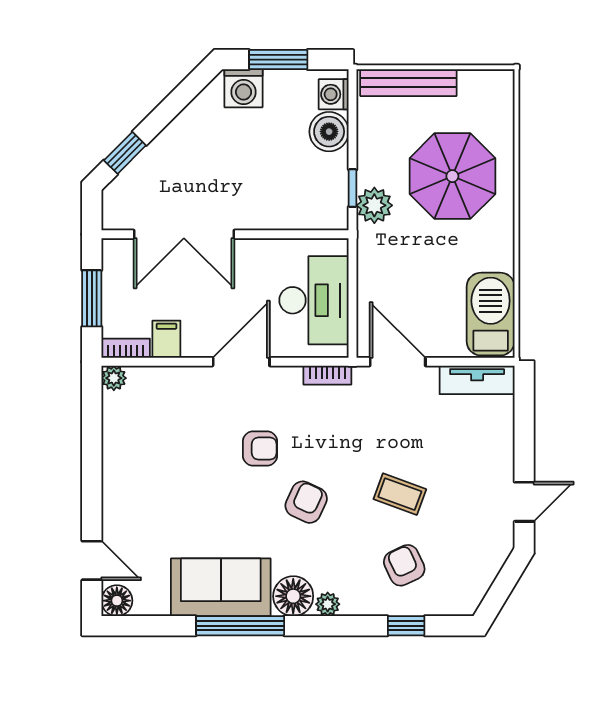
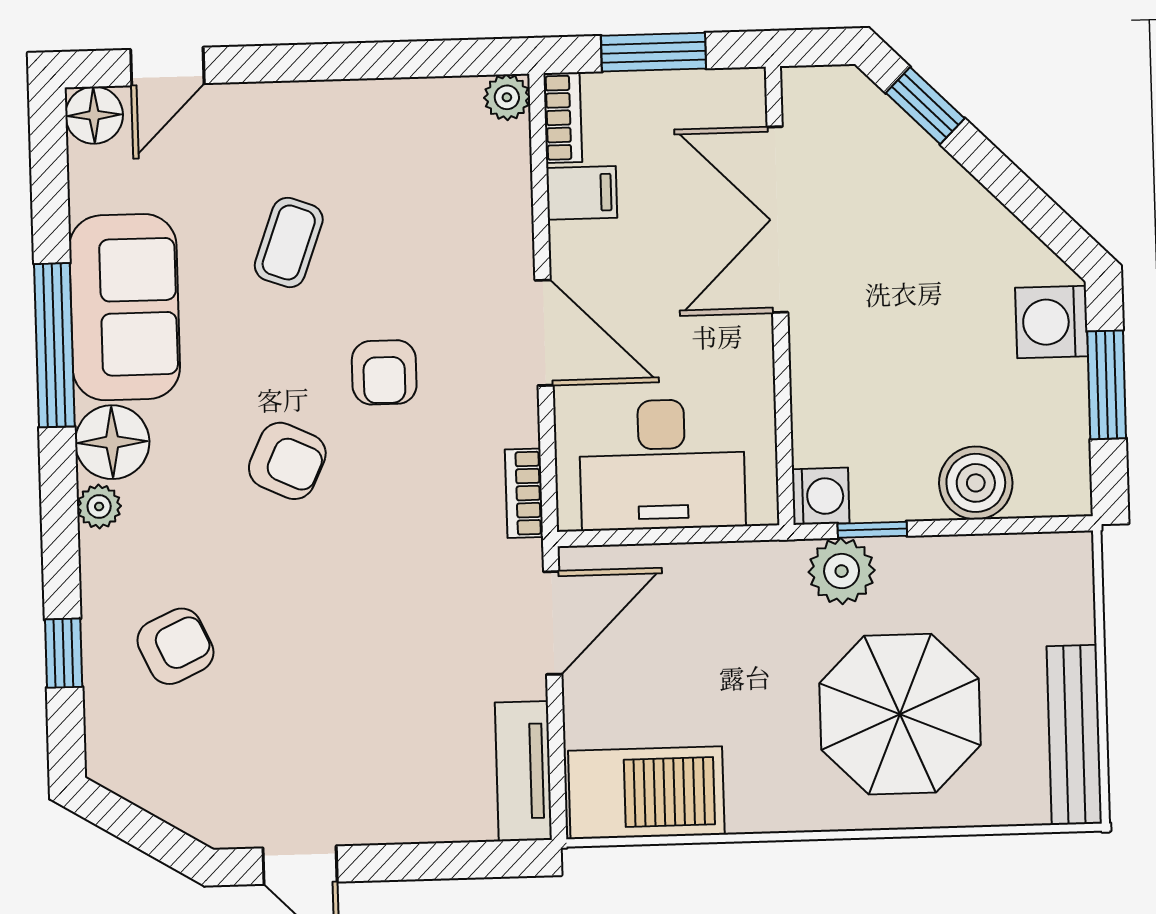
bench: (408, 83) -> (1074, 735), moved
washing machine: (334, 94) -> (821, 496), moved, turned 90
coffee table: (400, 494) -> (289, 242), moved

